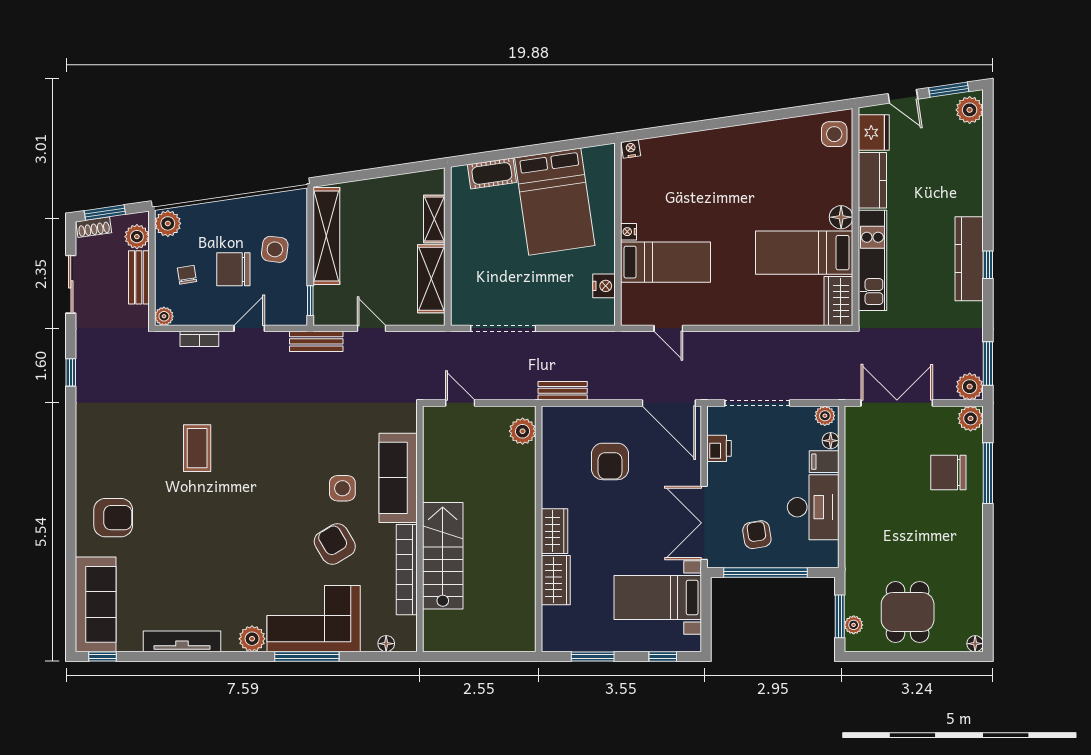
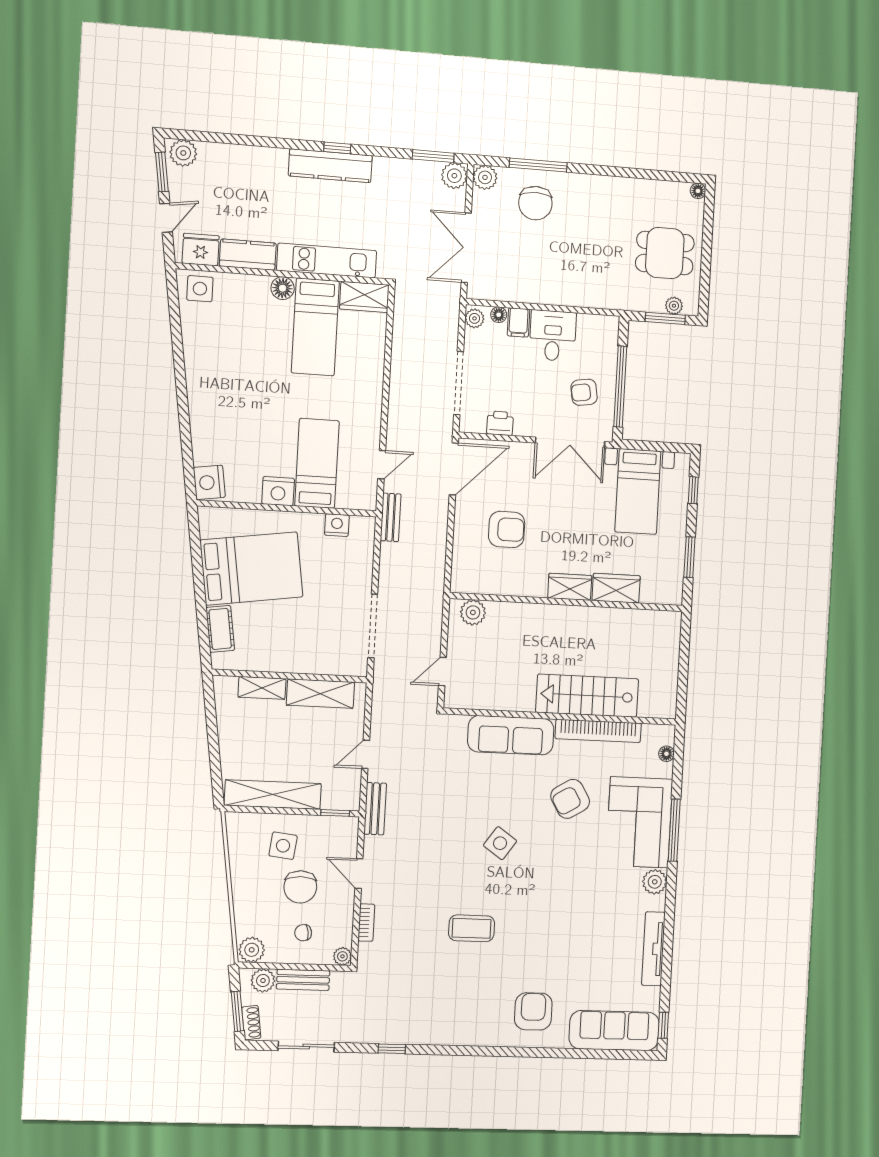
nightstand: (631, 149) -> (209, 482), width x1.89, depth x1.79
nightstand: (629, 232) -> (278, 491), width x1.89, depth x1.79
bench: (563, 391) -> (391, 517), moved
side table: (342, 488) -> (500, 843), moved, turned 35
desk: (813, 507) -> (553, 336), width x0.73

